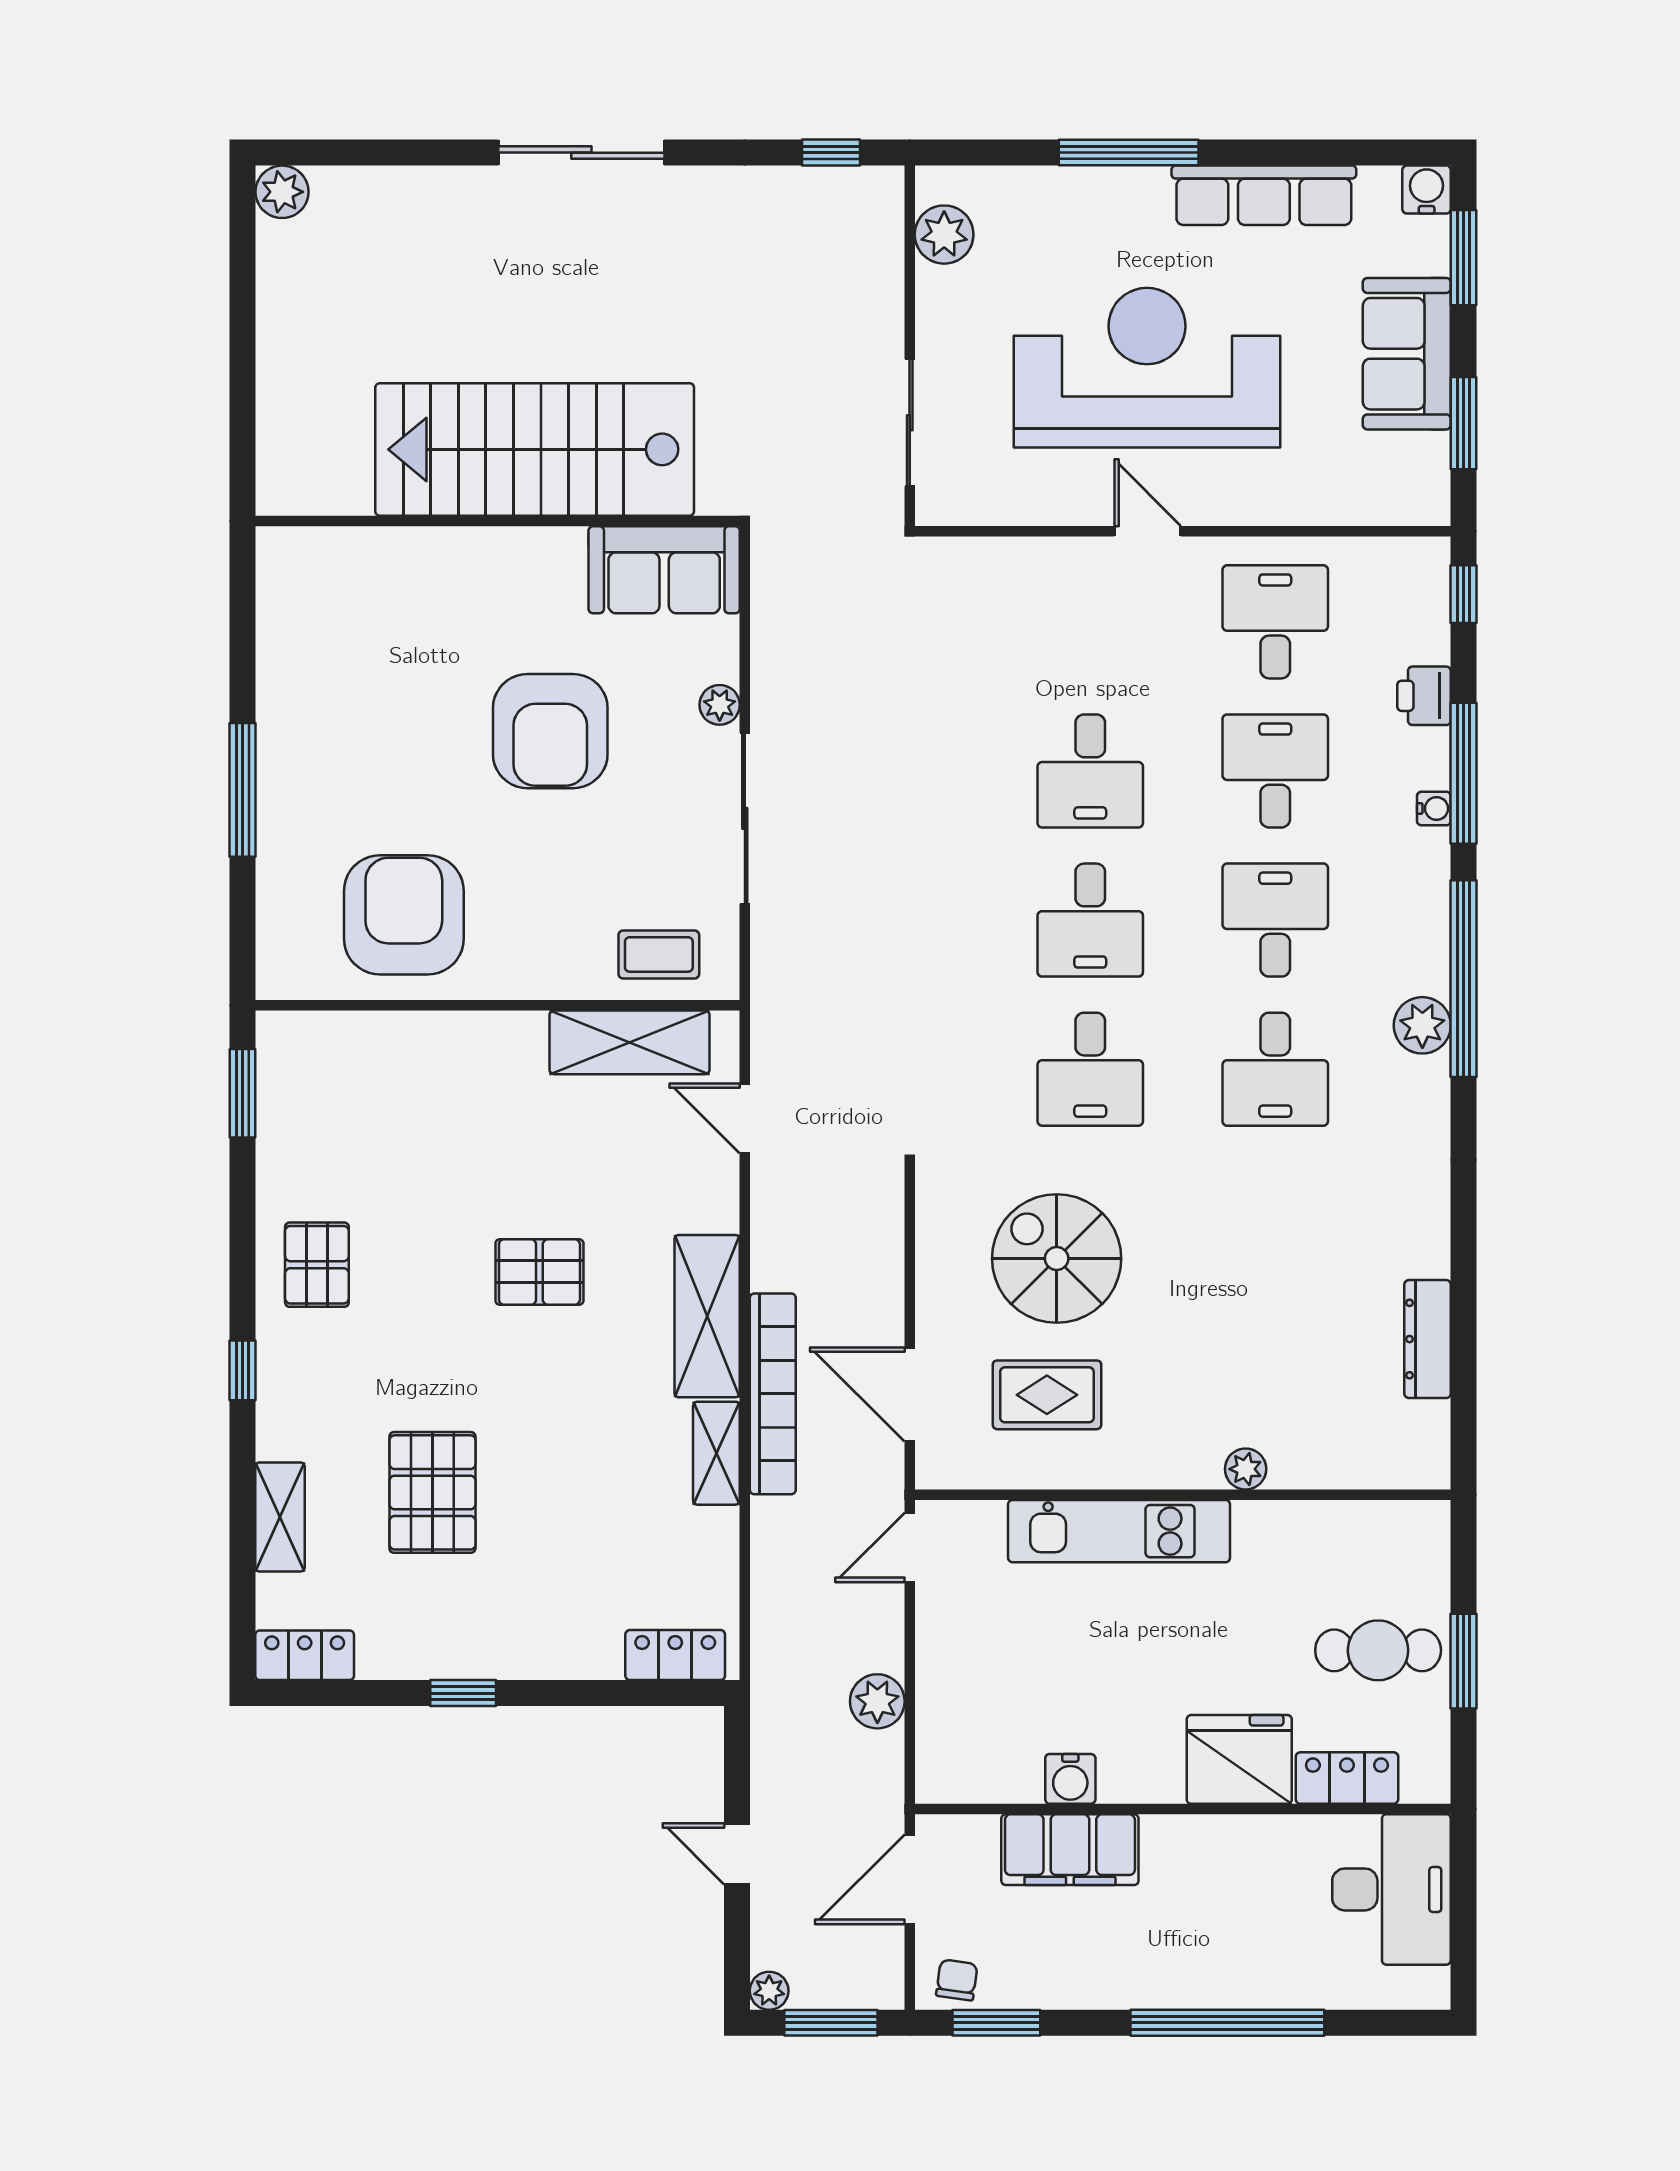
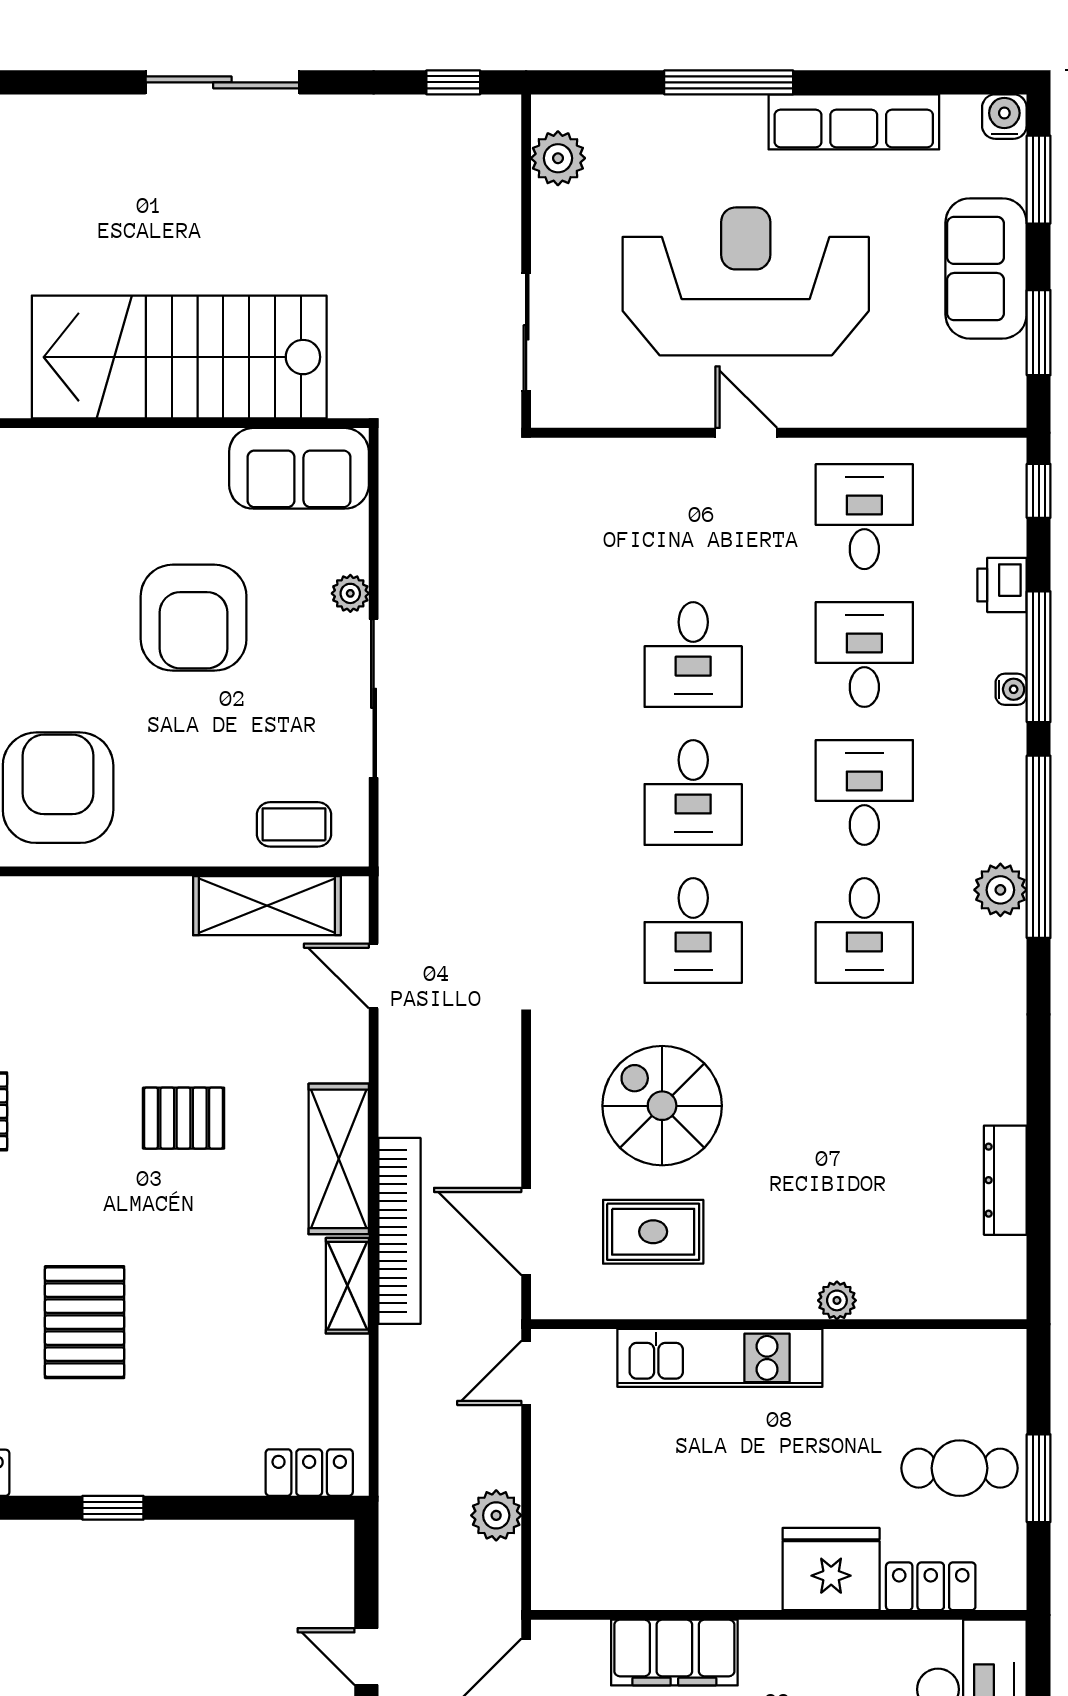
water cooler: (1070, 1779) -> (675, 1587), removed

